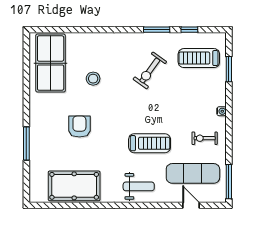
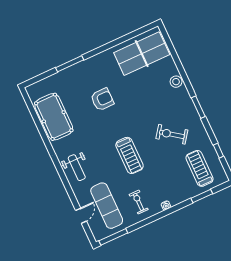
window: (157, 30) -> (198, 107), moved
stool: (93, 79) -> (176, 82), moved
treadmill: (150, 143) -> (129, 155), moved

